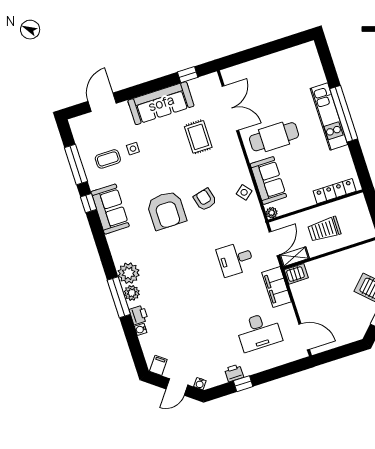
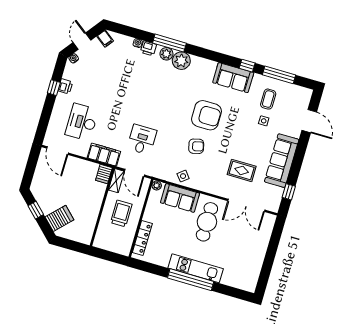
armchair: (166, 210) -> (206, 115), turned 180
door: (304, 337) -> (58, 151), hinge flipped

